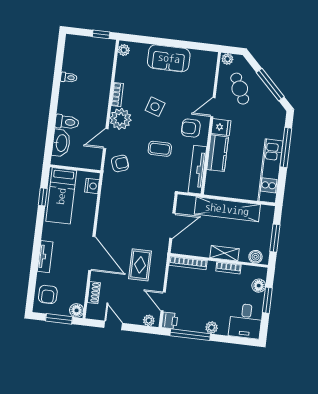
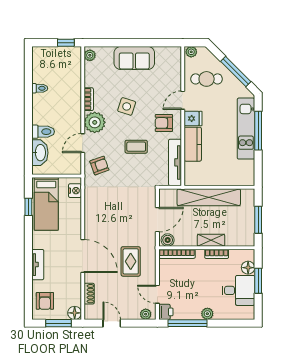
cafe table: (240, 89) -> (207, 79), turned -65
kitchen unit: (270, 171) -> (246, 129), moved
boiler: (256, 257) -> (168, 240), moved
desk: (246, 321) -> (238, 290), moved, turned -90

